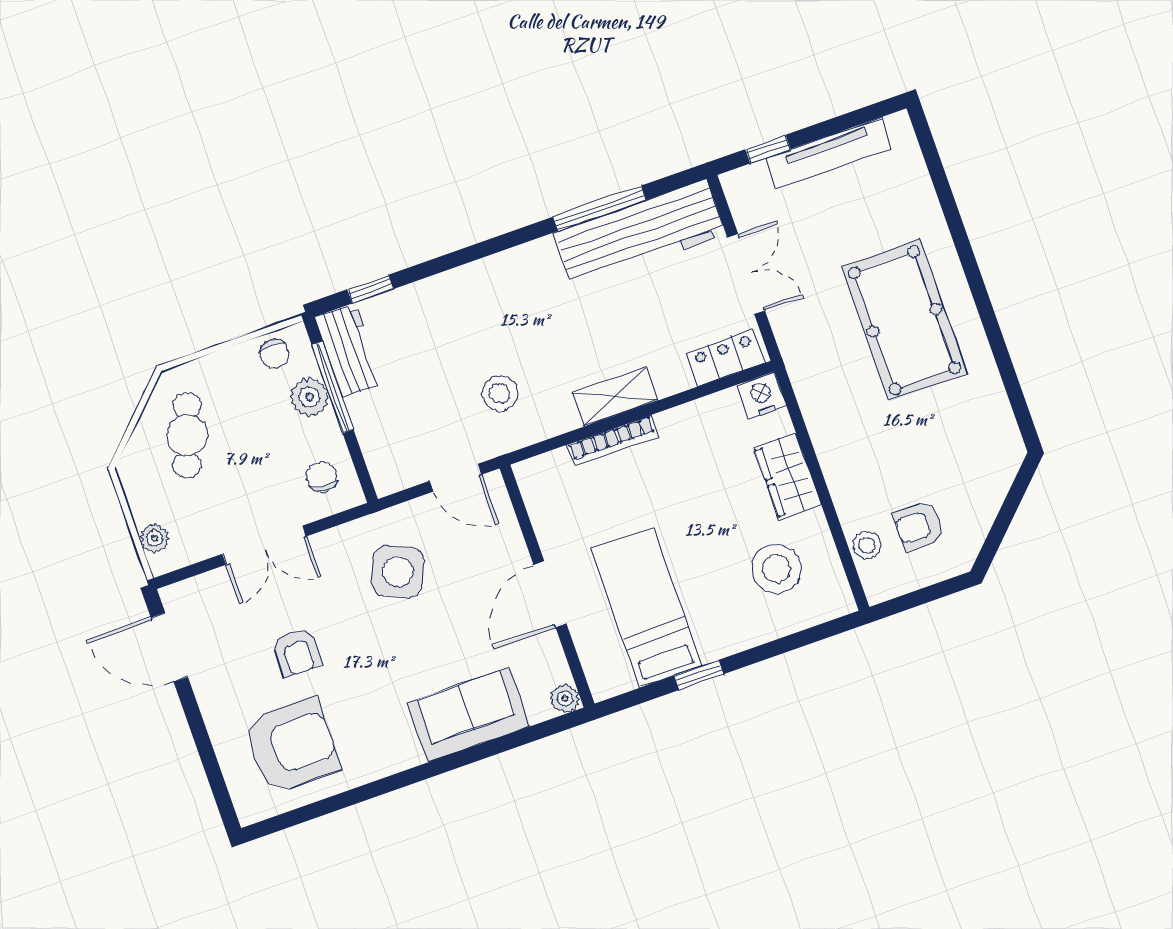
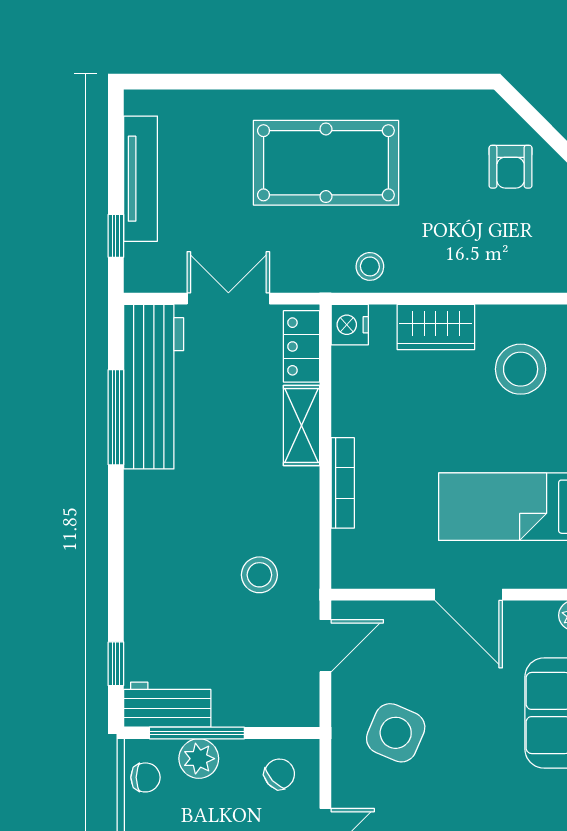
shelving: (615, 397) -> (302, 425), moved
chair: (321, 477) -> (279, 774), turned 129
armchair: (919, 525) -> (511, 167), moved
stool: (867, 545) -> (370, 266), moved

